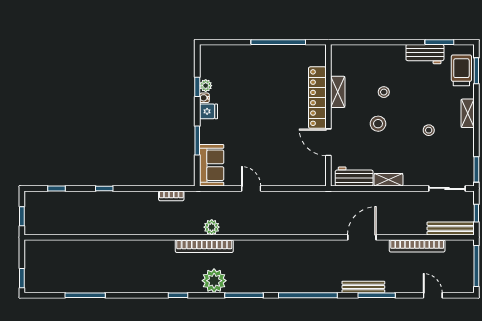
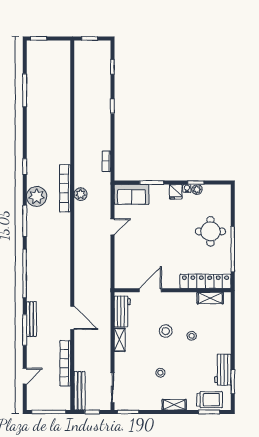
round table: (257, 69) -> (210, 231), added
shelving: (338, 92) -> (210, 298), moved
locker: (317, 98) -> (205, 281), moved

